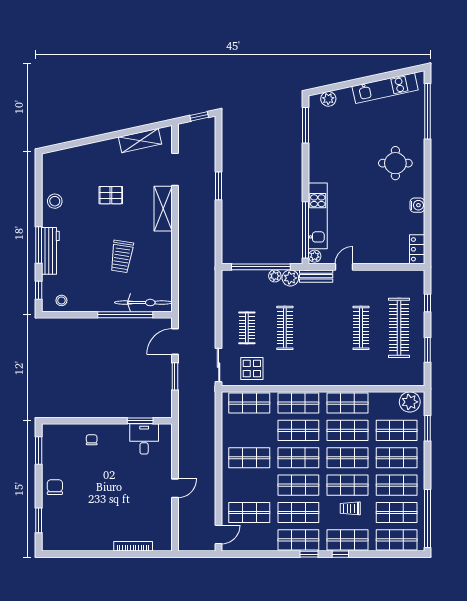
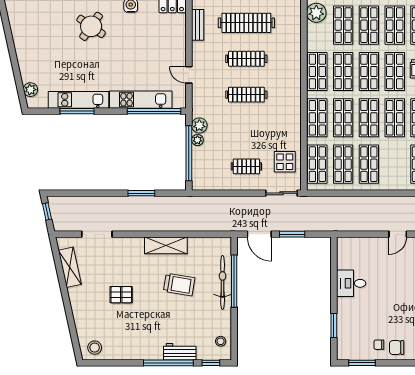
kitchen unit: (385, 88) -> (79, 100), moved, turned -78
window: (306, 125) -> (77, 111), moved
round table: (395, 163) -> (91, 26), turned 35
window: (219, 186) -> (141, 193), moved
pallet: (111, 195) -> (121, 295), turned 90
stool: (55, 201) -> (95, 348), moved
shelving: (163, 209) -> (166, 245), moved
window: (39, 245) -> (168, 363), width x1.46
workbench: (50, 251) -> (180, 352), width x0.73
plant: (315, 256) -> (179, 102), removed
bench: (316, 276) -> (198, 25), moved
bicycle: (143, 303) -> (223, 282), moved
clothes rail: (285, 328) -> (246, 95), moved
window: (140, 421) -> (334, 325), moved
shop shelf: (249, 430) -> (343, 164), added
desk: (144, 439) -> (351, 283), moved
chair: (92, 440) -> (379, 345), moved
door: (175, 488) -> (398, 234), swing flipped

